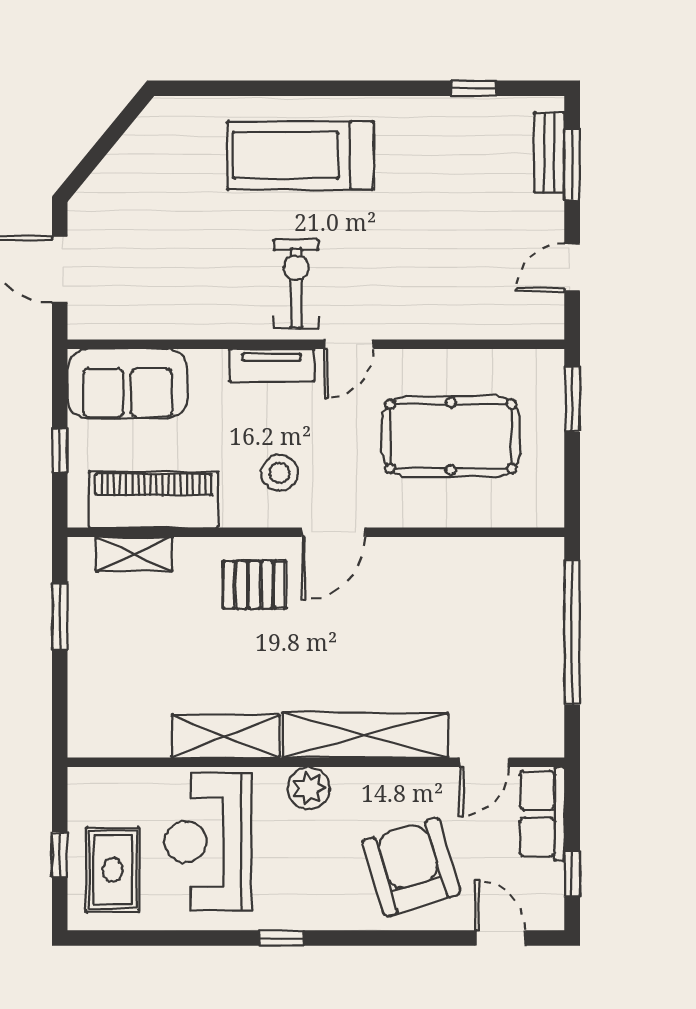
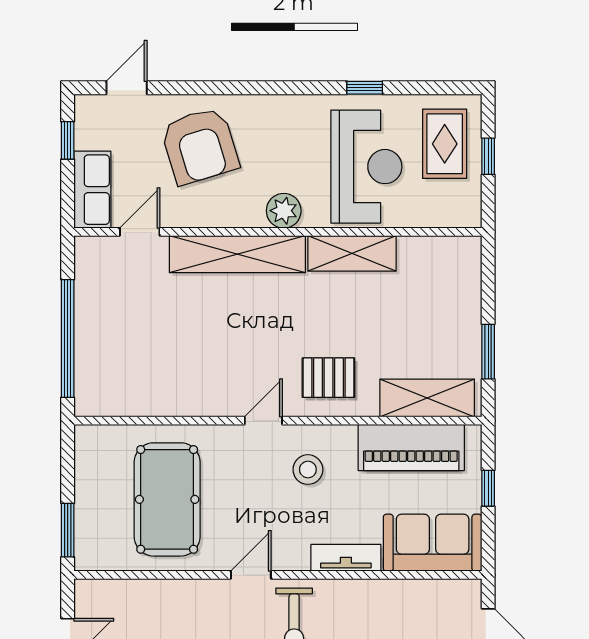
tv unit: (272, 365) -> (346, 558), moved
pool table: (451, 436) -> (167, 499), turned 90
door: (334, 532) -> (263, 421), width x0.73
shelving: (134, 554) -> (427, 398), width x1.50, depth x1.33
window: (281, 938) -> (365, 88), moved
door: (500, 938) -> (127, 88), swing flipped

